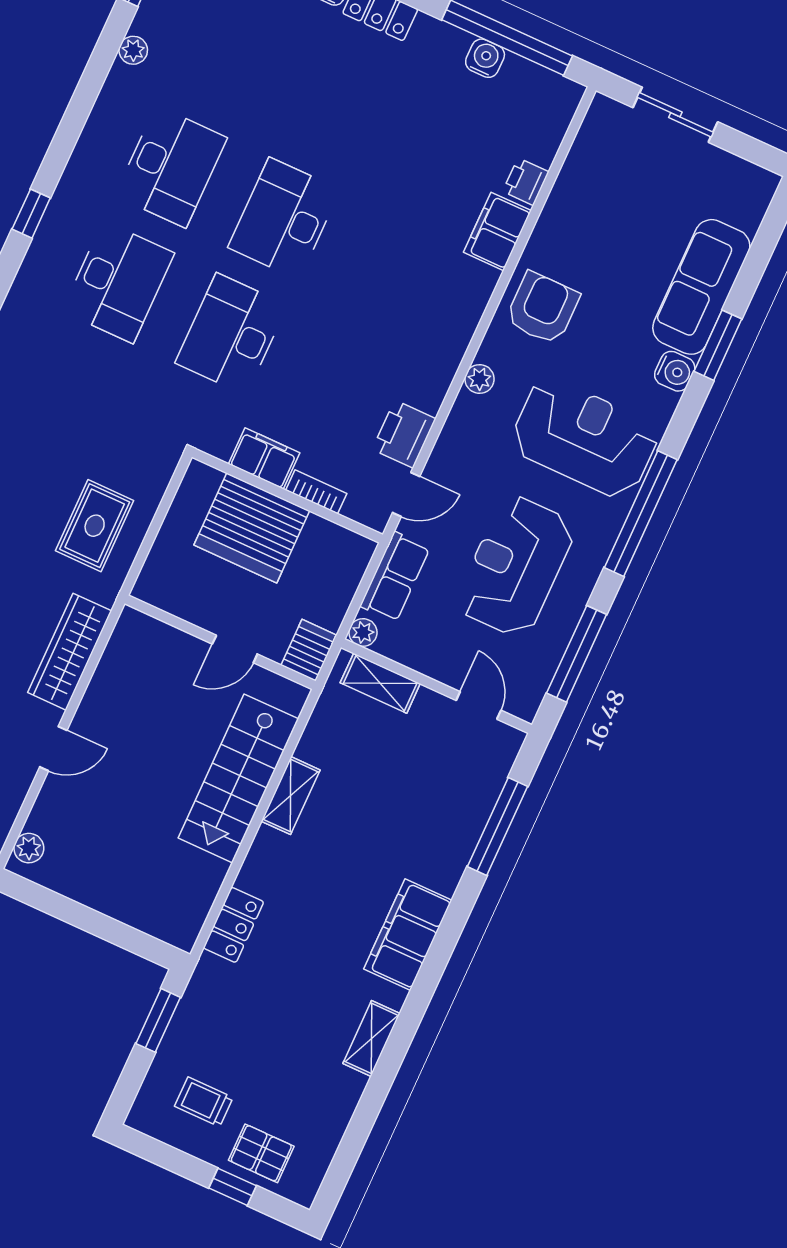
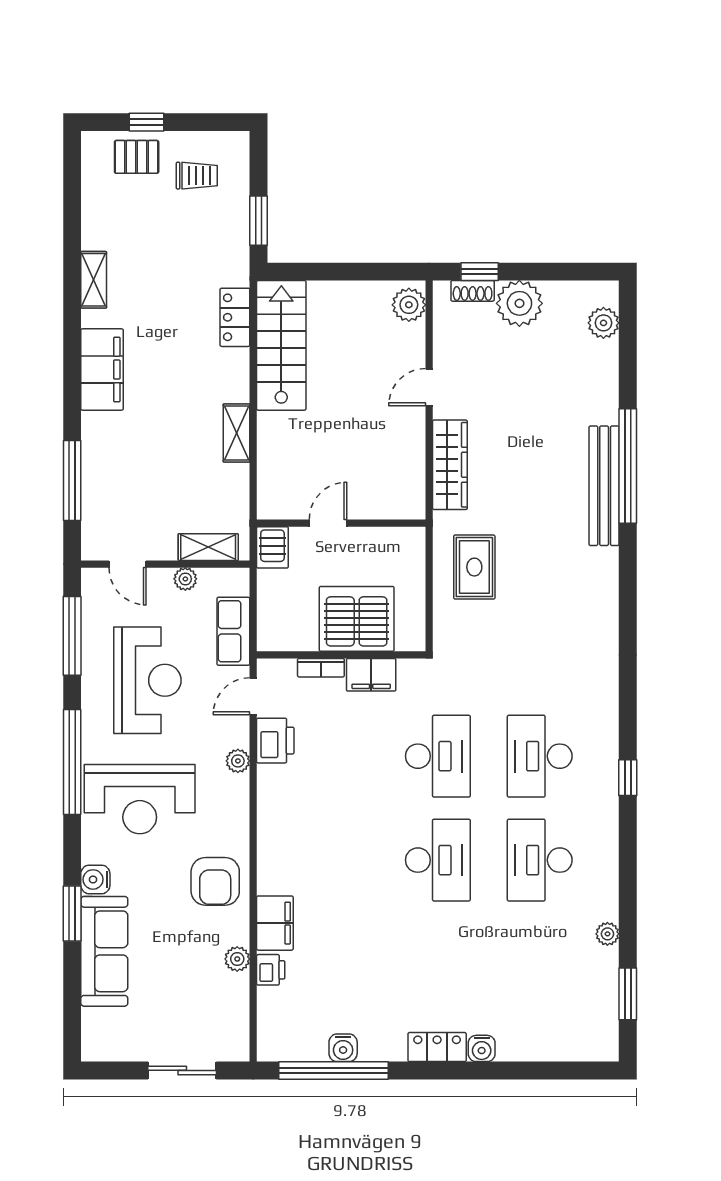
plant: (557, 211) -> (237, 959), added
plant: (480, 379) -> (238, 761), moved
plant: (363, 632) -> (185, 579), moved
stairs: (238, 778) -> (281, 345), moved
plant: (29, 848) -> (409, 305), width x1.38, depth x1.38

